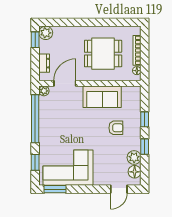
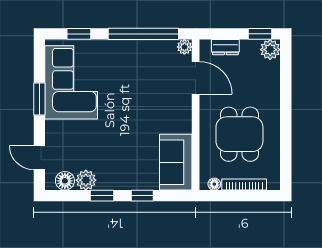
sofa: (102, 97) -> (176, 162), moved
armchair: (116, 128) -> (130, 153), removed
window: (55, 189) -> (39, 99), moved

